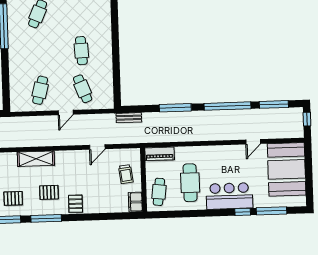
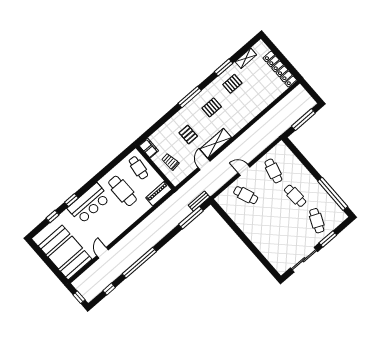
cafe table: (81, 51) -> (295, 196), moved
window: (274, 104) -> (109, 289), width x0.46
window: (175, 108) -> (191, 218), moved
door: (66, 113) -> (244, 170), hinge flipped
shelving: (36, 159) -> (216, 143), moved
pallet: (76, 204) -> (188, 135), moved
window: (272, 211) -> (53, 217), width x0.46
window: (46, 218) -> (190, 97), moved

